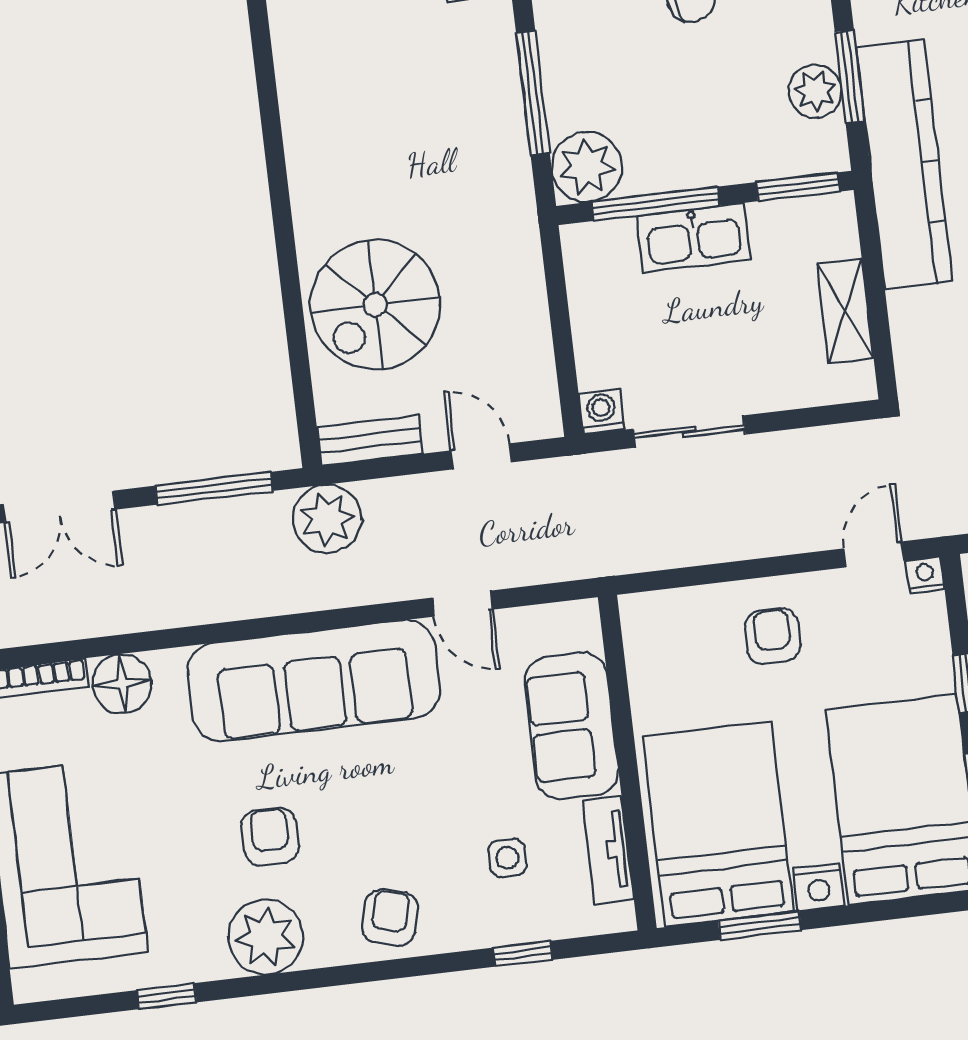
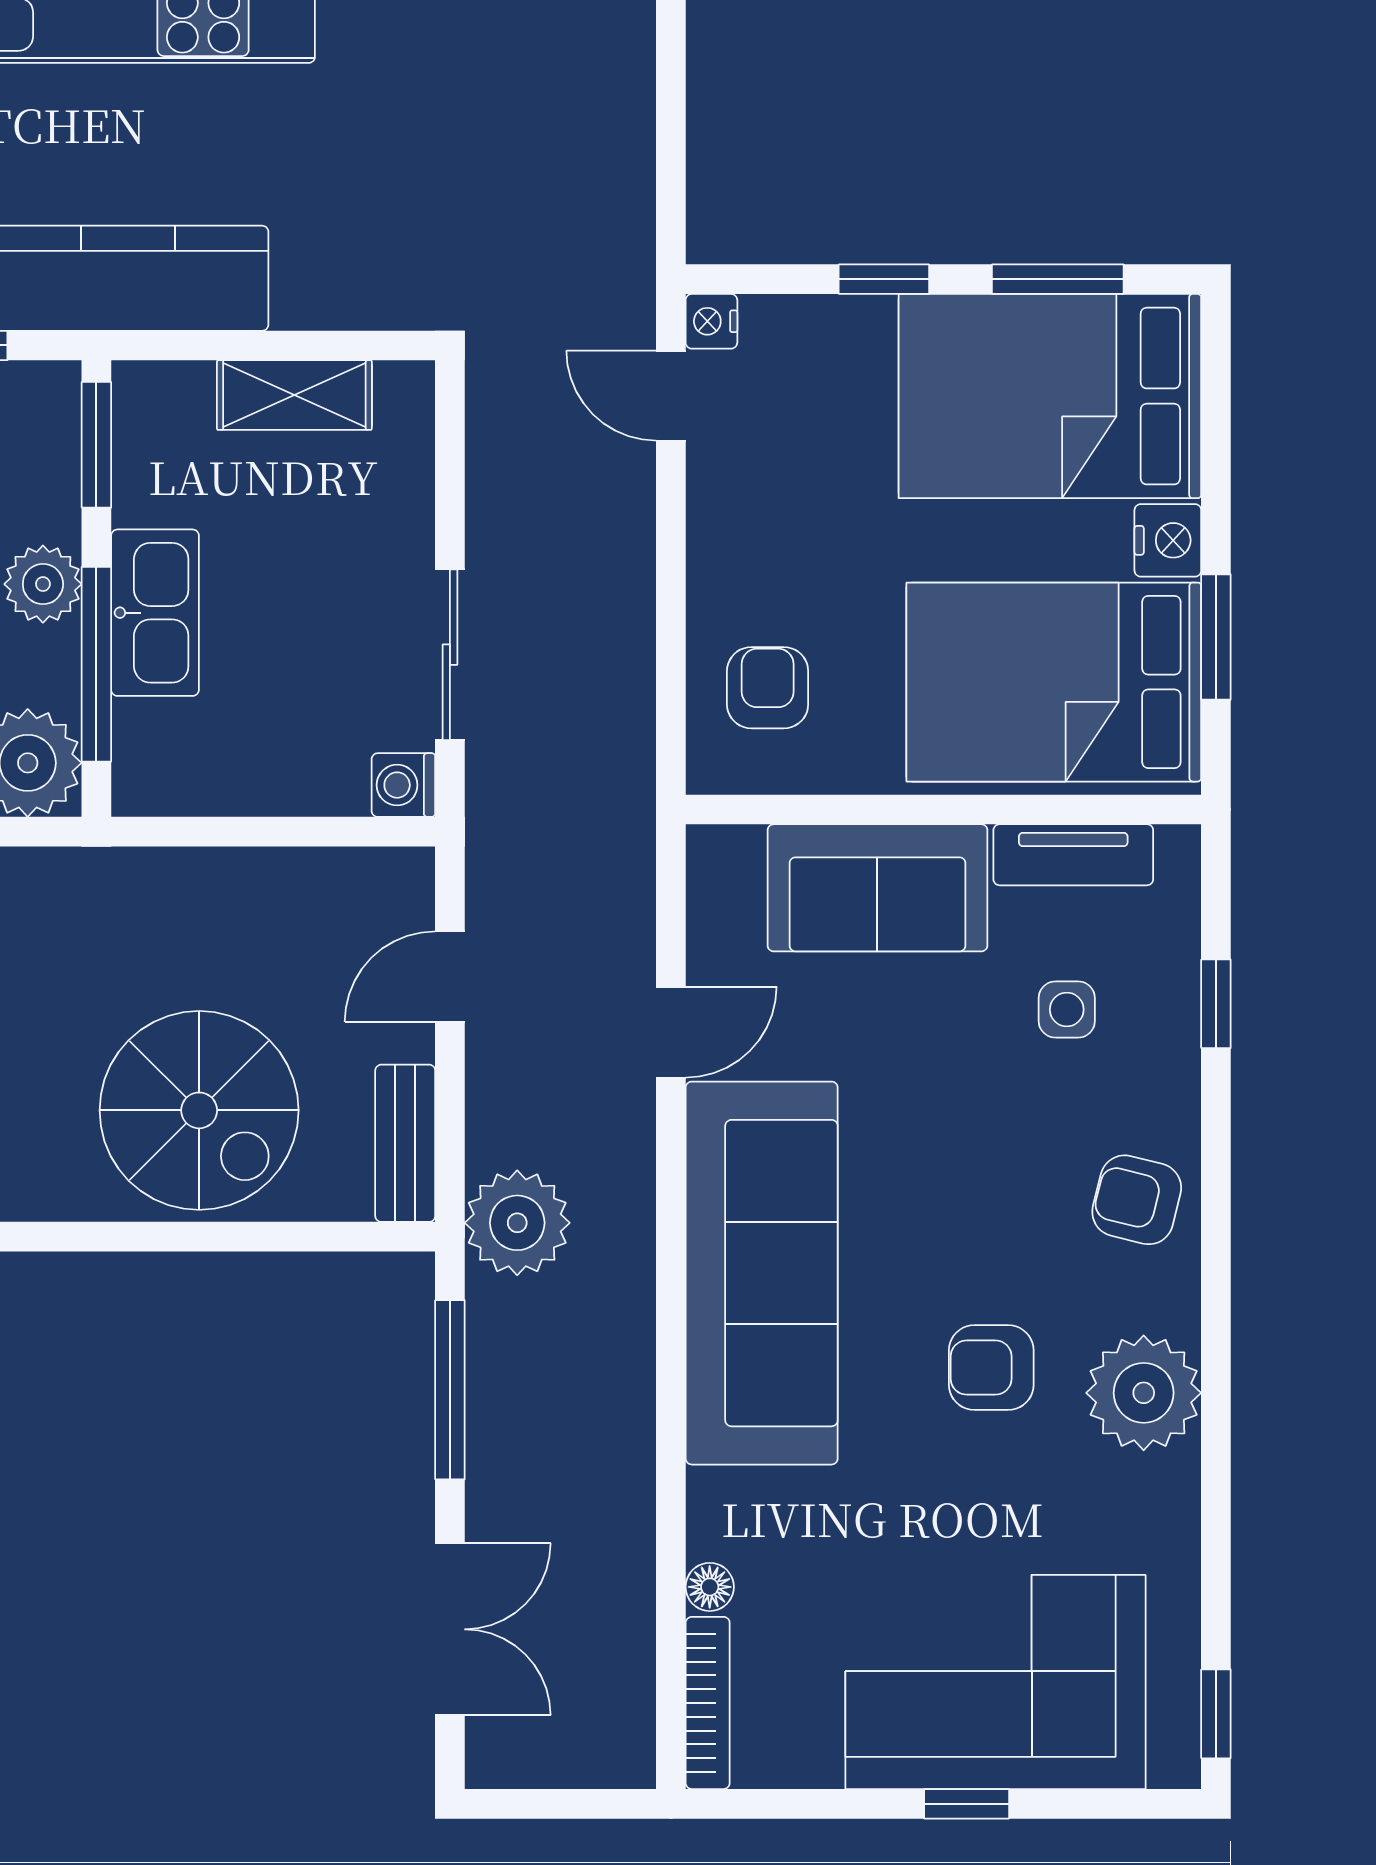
plant: (704, 163) -> (43, 584), added
armchair: (773, 636) -> (768, 688), moved, turned 90
floor lamp: (122, 684) -> (710, 1587), width x0.53, depth x0.53
window: (167, 996) -> (1216, 1714), moved

